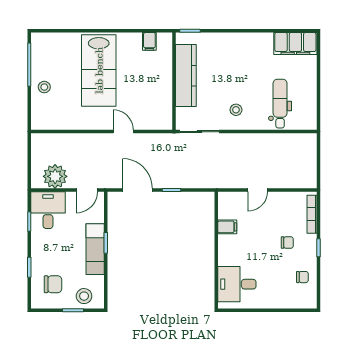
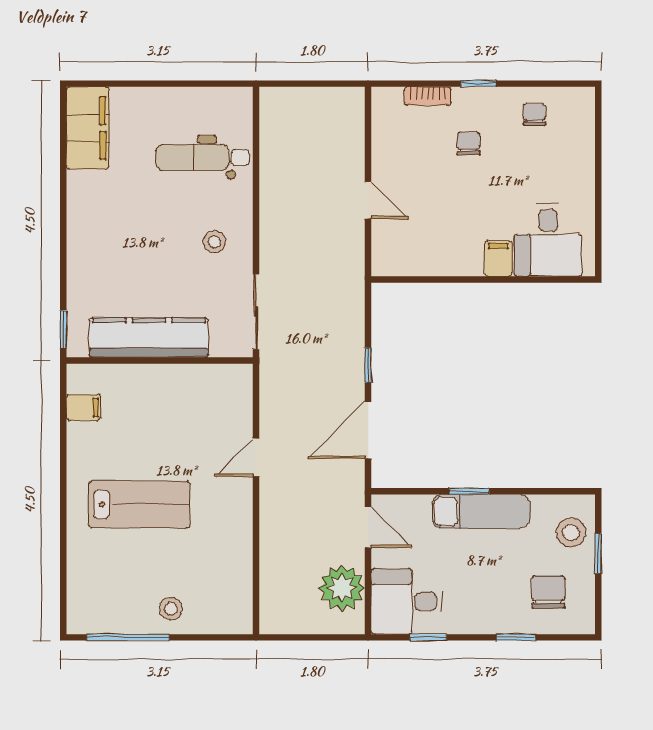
lab bench: (99, 70) -> (139, 504), width x0.73, depth x0.72
bookcase: (312, 214) -> (428, 96), width x0.64
filing cabinet: (227, 227) -> (498, 259), moved

